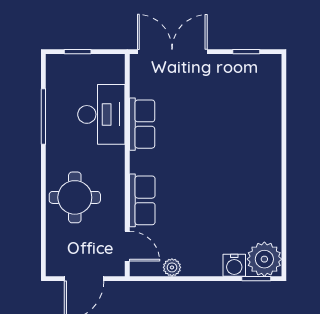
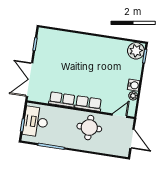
desk: (101, 114) -> (36, 122), moved, turned -90
round table: (75, 197) -> (89, 128), moved
row of seats: (142, 200) -> (88, 103), moved
water cooler: (234, 265) -> (134, 85), moved

